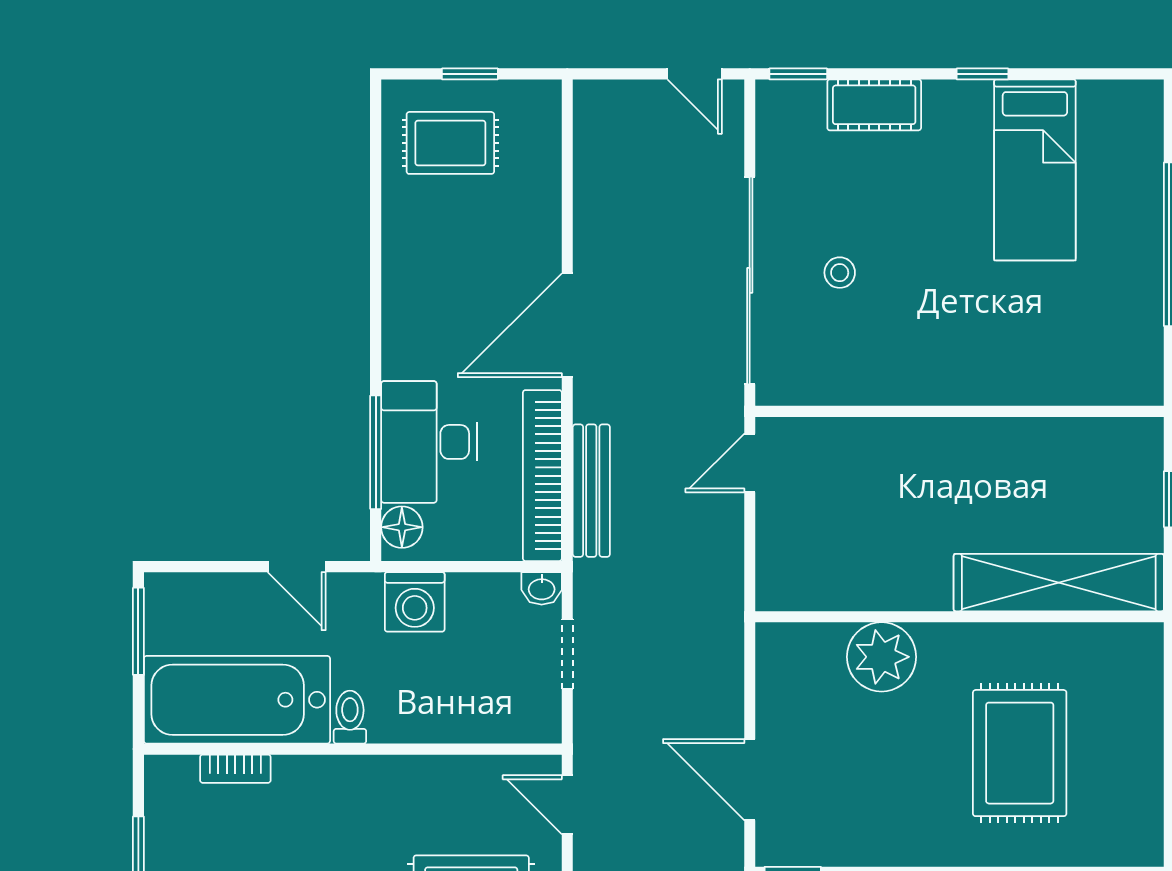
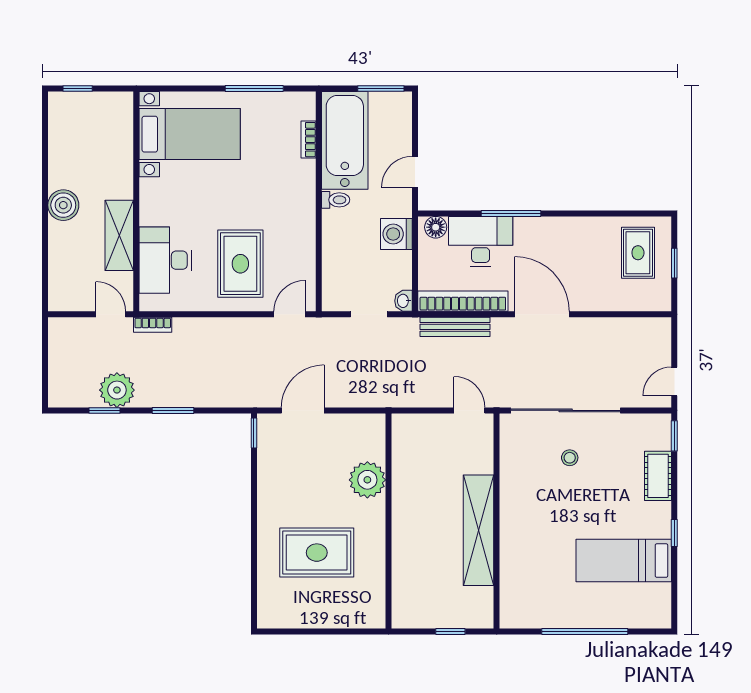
window: (376, 452) -> (511, 213), moved
shelving: (1059, 583) -> (479, 530), moved

